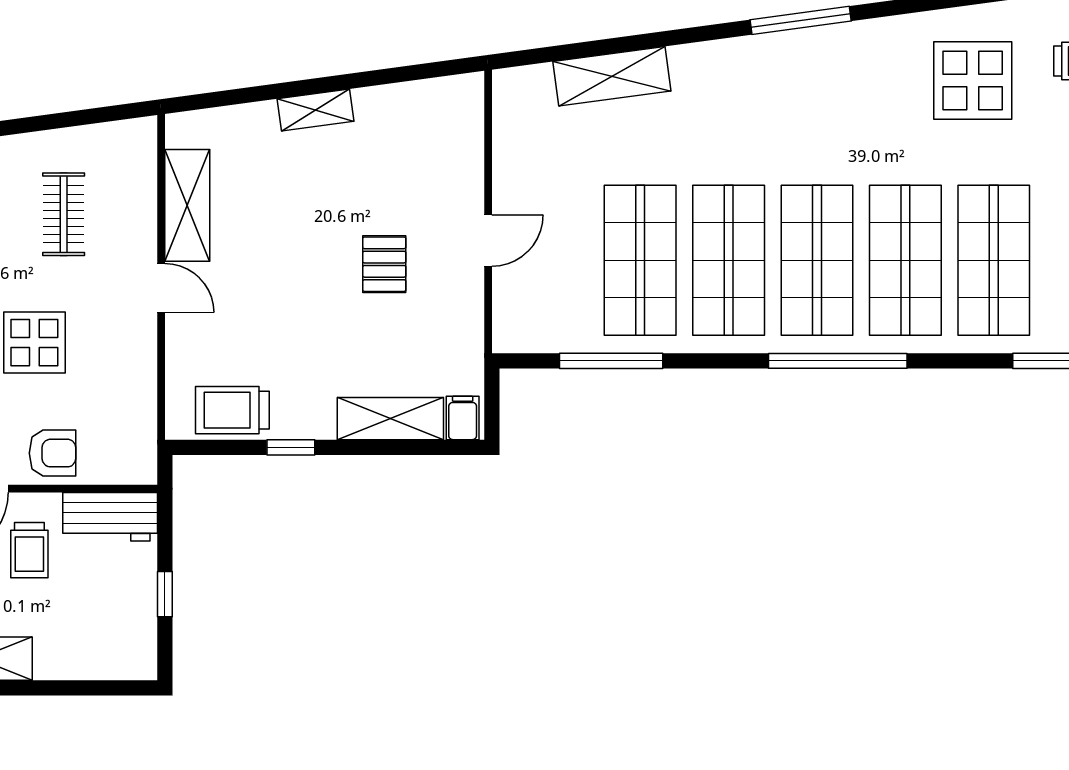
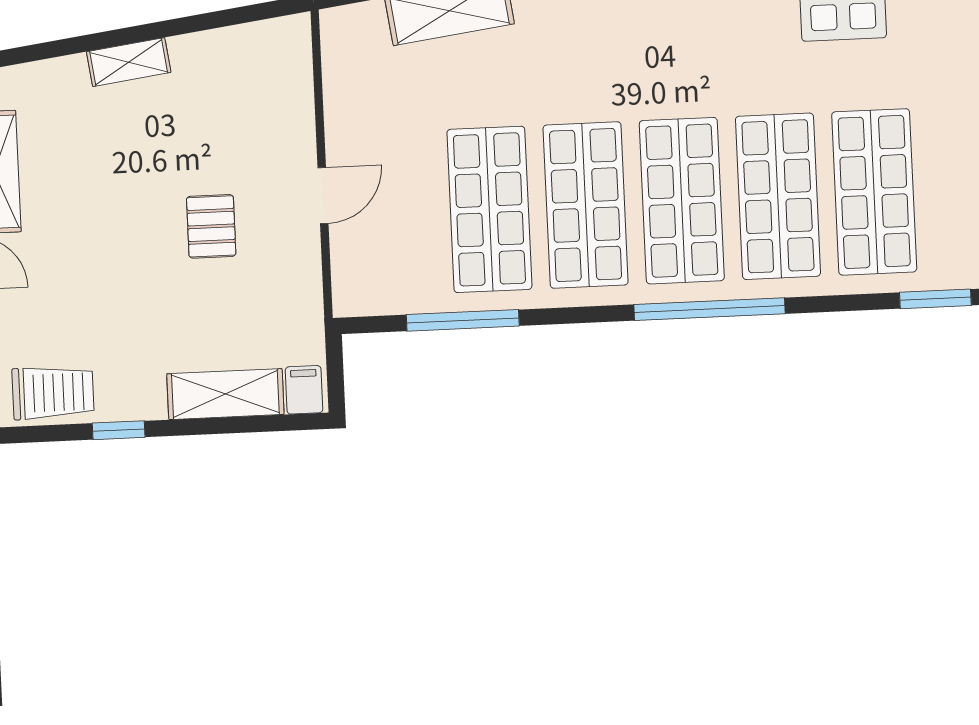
trolley: (232, 410) -> (53, 393), turned 180

